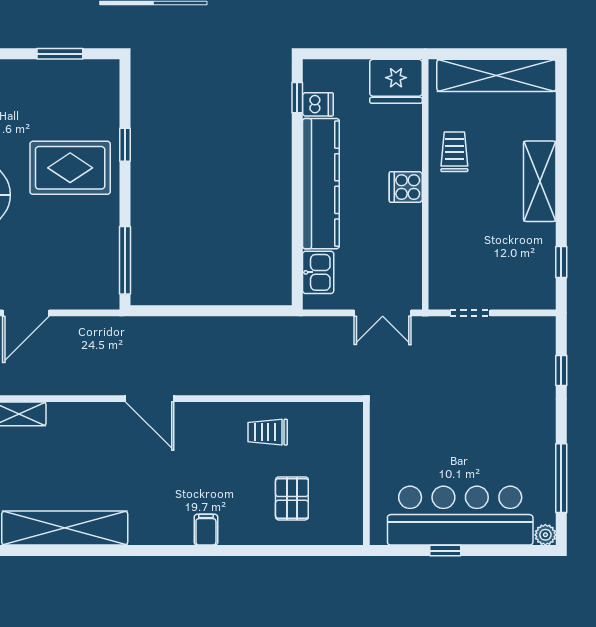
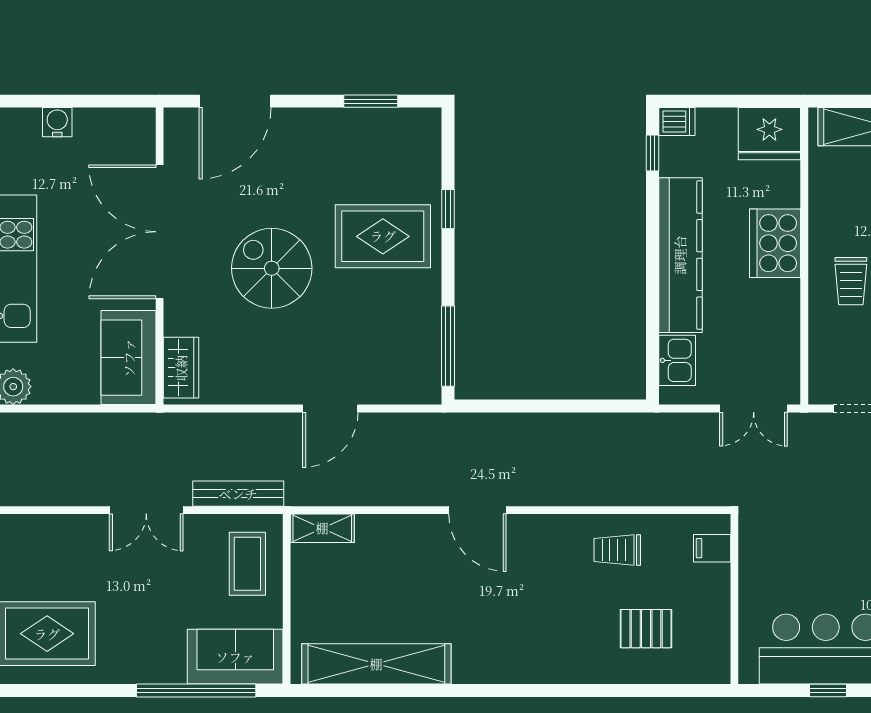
dishwasher: (318, 104) -> (677, 122), moved
trolley: (454, 152) -> (851, 281), moved, turned 180
cooker: (406, 187) -> (775, 243), width x1.87, depth x1.31
pallet: (292, 498) -> (646, 629), turned 90
filing cabinet: (206, 530) -> (712, 548), moved, turned -90

